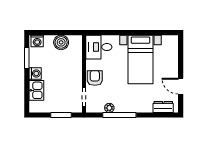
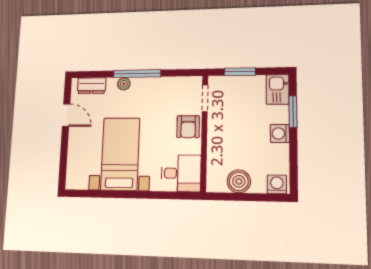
window: (27, 58) -> (293, 112), moved
kitchen sink: (36, 90) -> (278, 89), moved
plant: (109, 108) -> (124, 84), moved
window: (119, 115) -> (137, 74), moved

